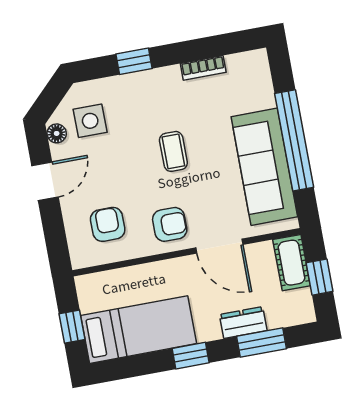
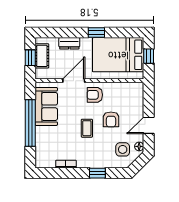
sofa: (264, 167) -> (46, 106), width x0.73
armchair: (108, 224) -> (111, 119), moved
door: (219, 246) -> (74, 81), hinge flipped
cot: (292, 263) -> (42, 56), moved
bed: (139, 330) -> (118, 55), width x1.50
window: (262, 342) -> (63, 33), removed

